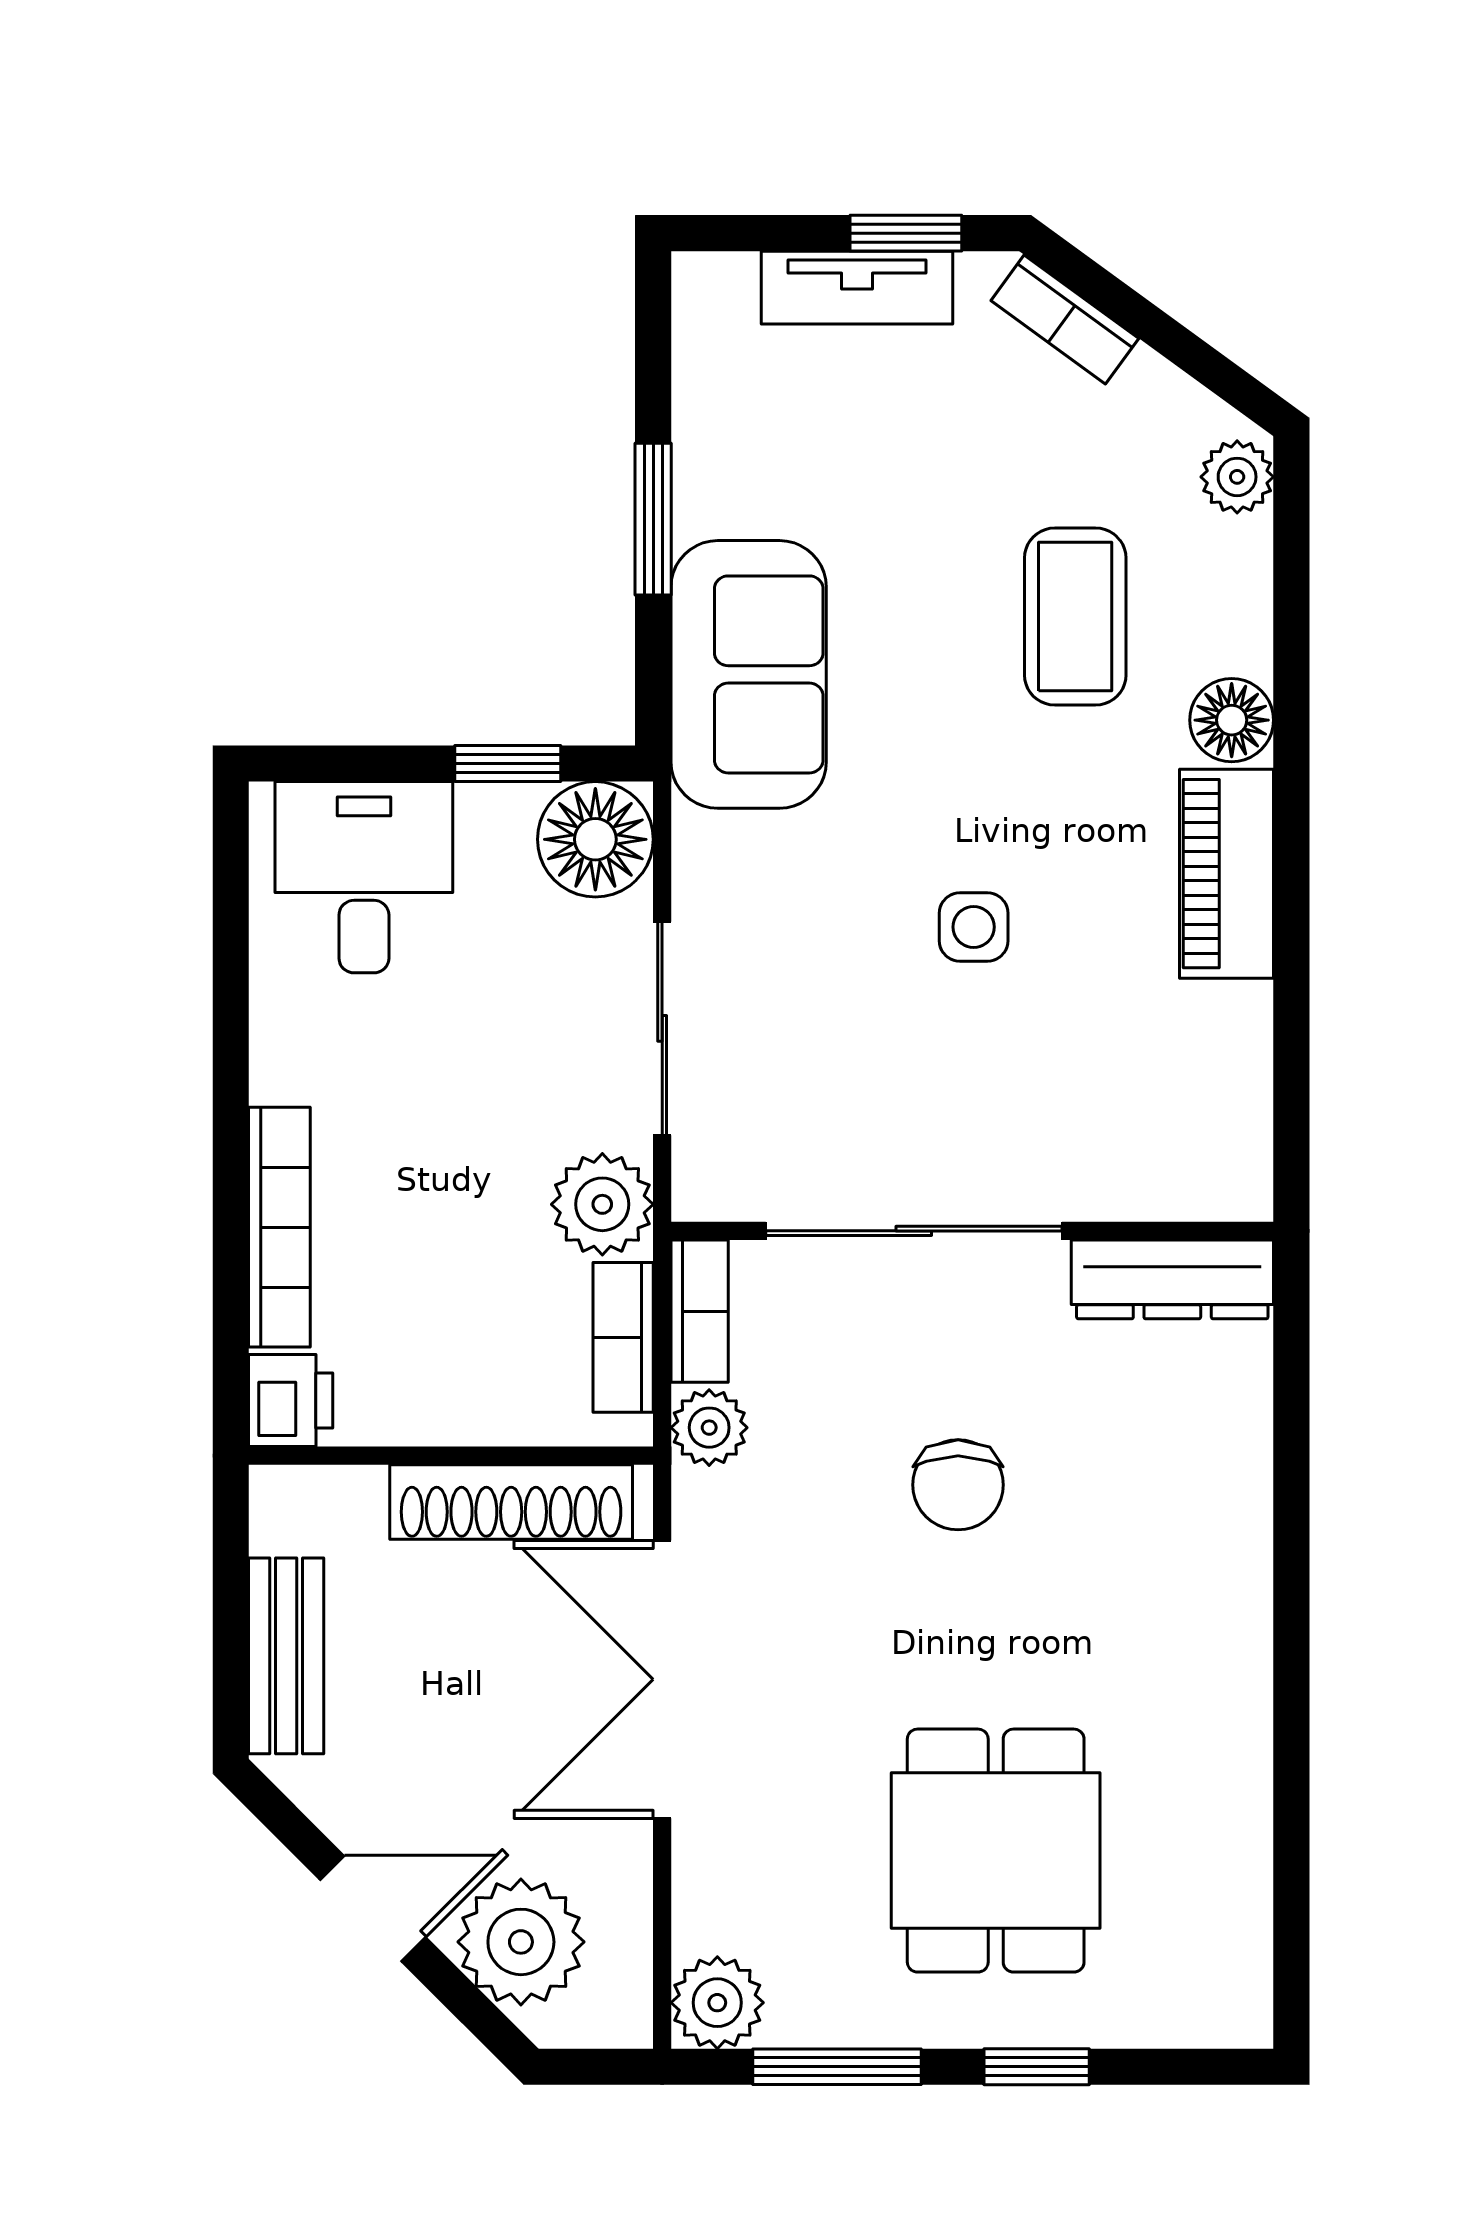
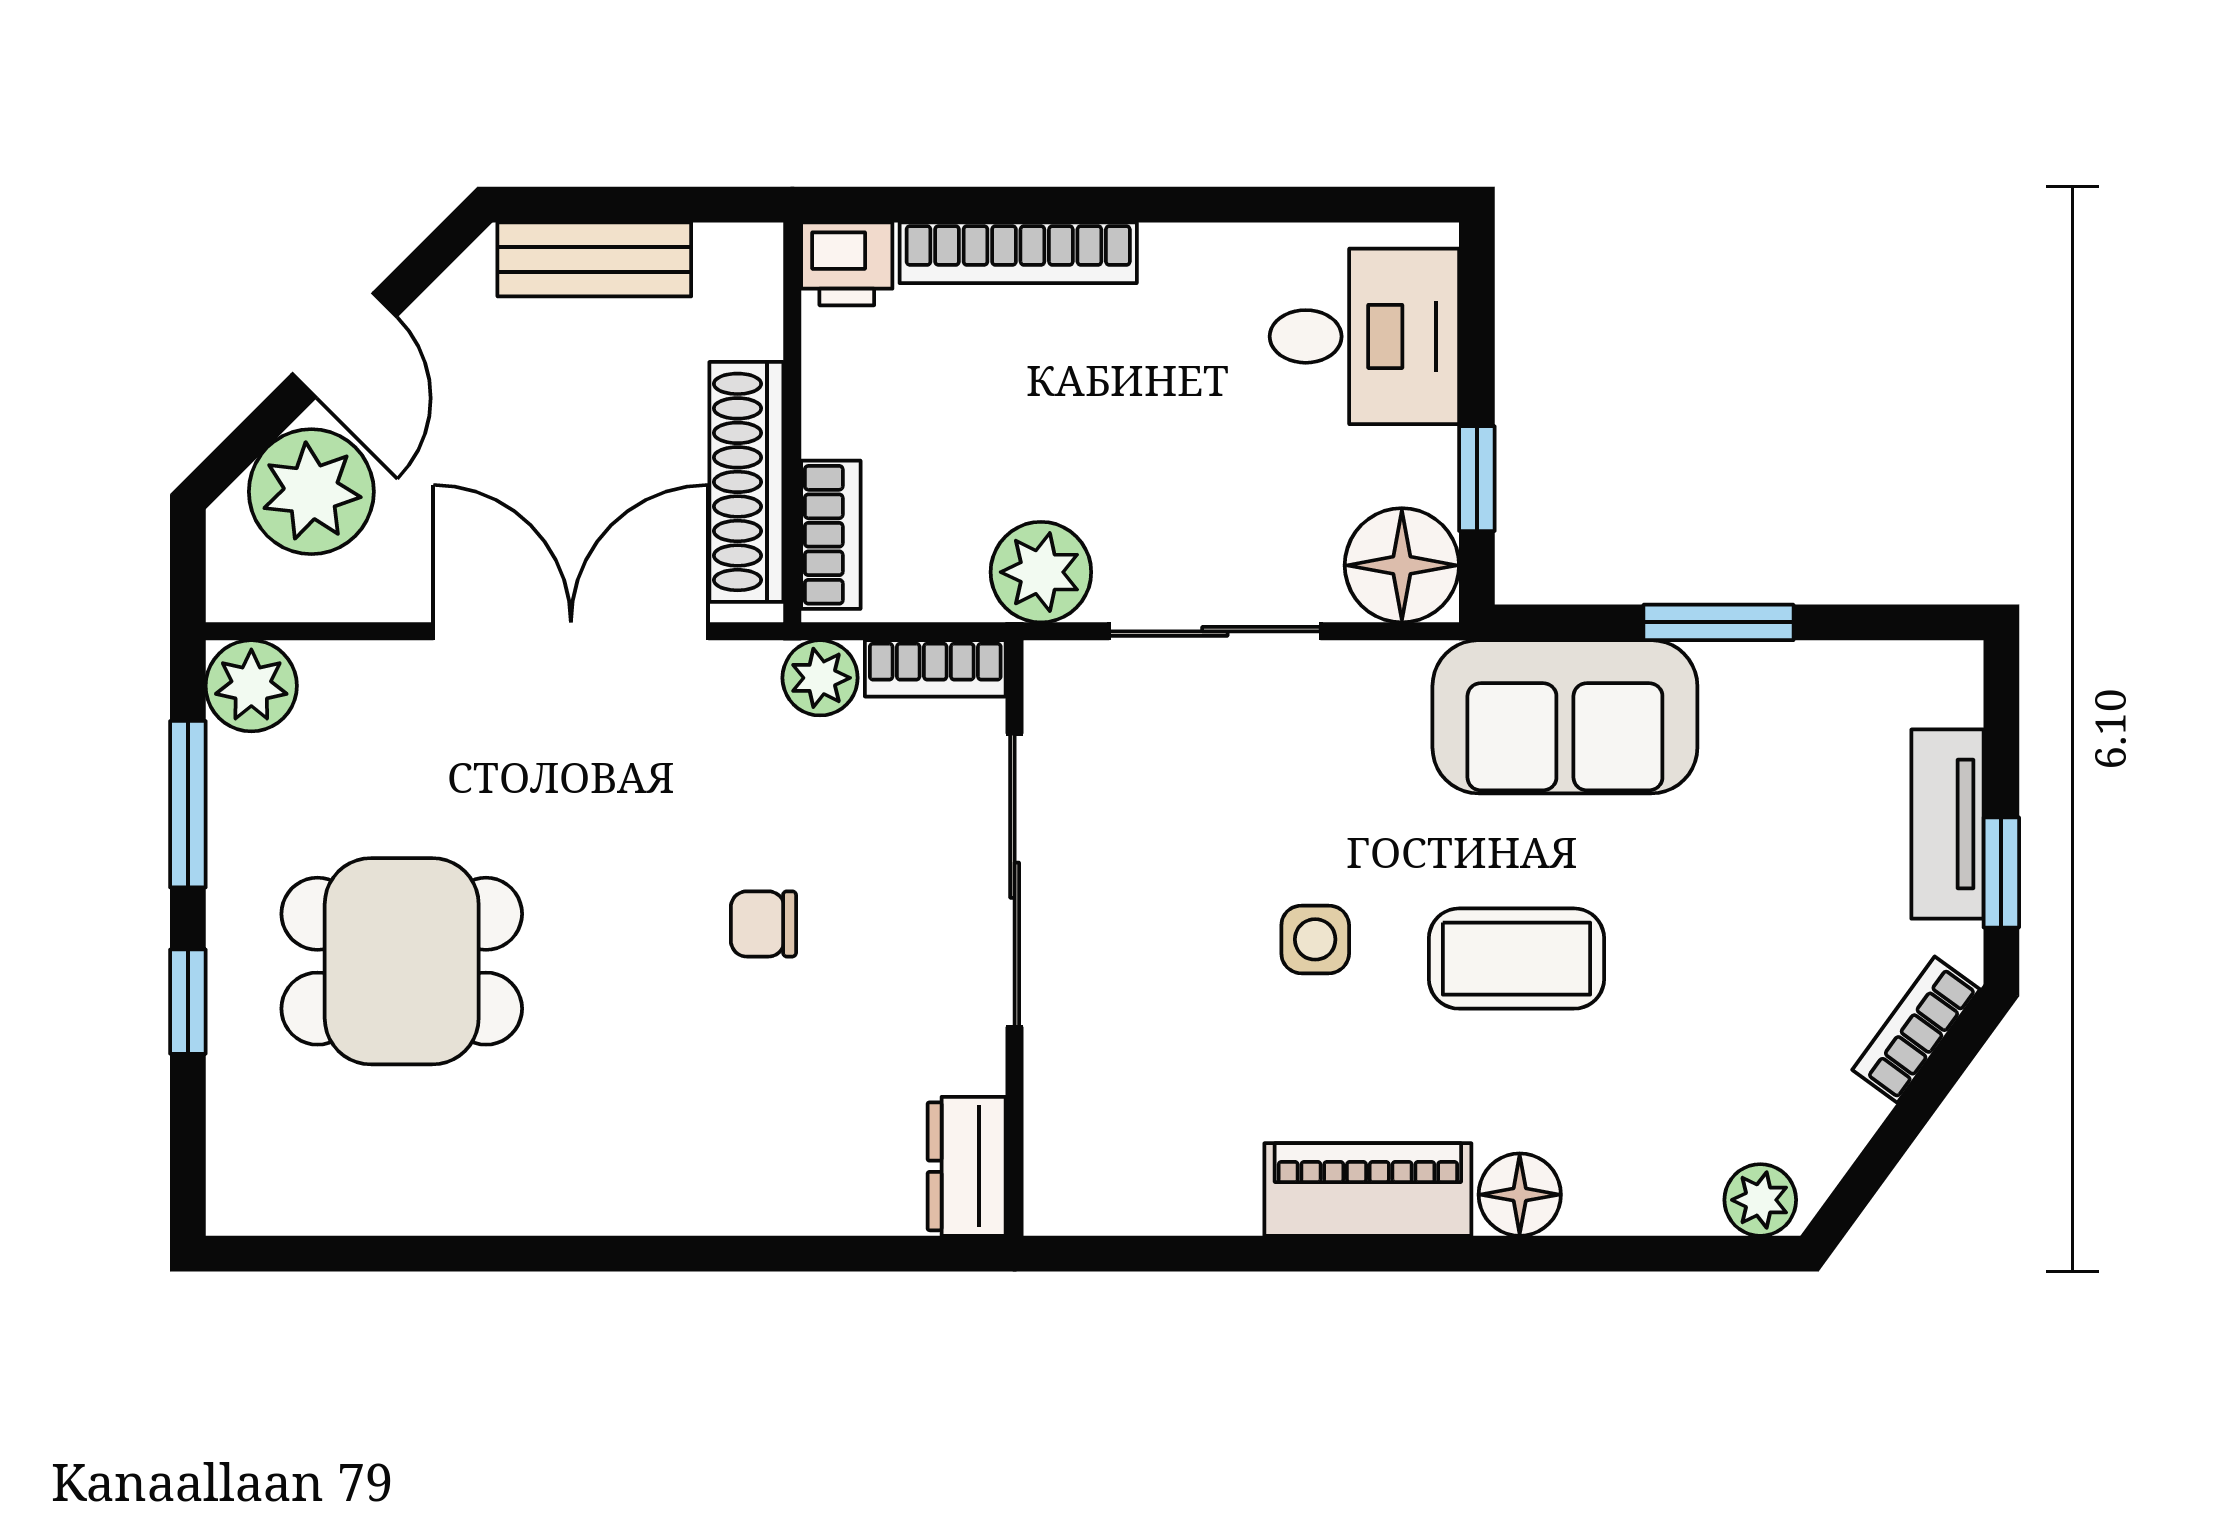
coffee table: (1075, 617) -> (1516, 959), moved
dresser: (1172, 1279) -> (967, 1166), width x0.70
bookcase: (623, 1337) -> (831, 535), moved, turned 90
chair: (958, 1485) -> (763, 924), width x0.73, depth x0.73

